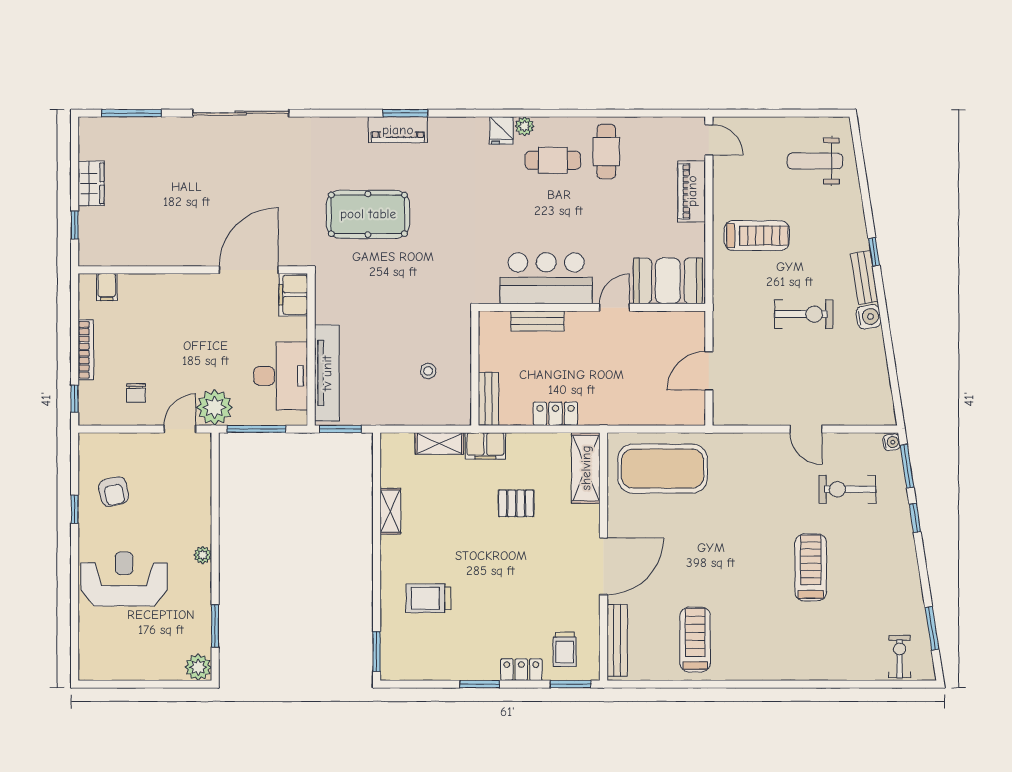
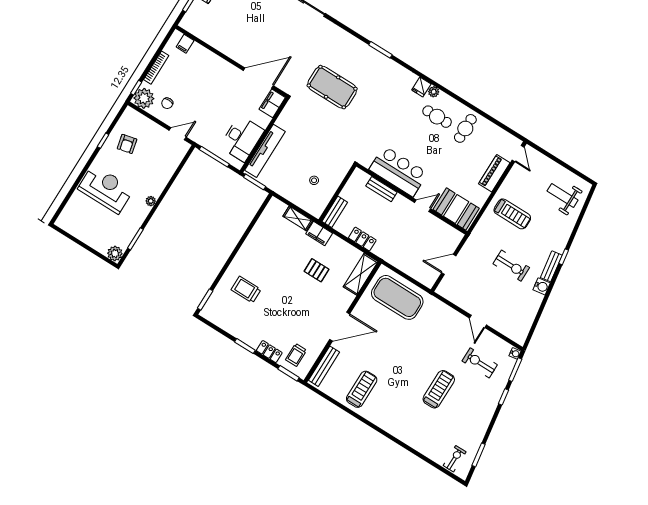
piano: (398, 130) -> (372, 56), removed
plant: (215, 407) -> (144, 98), moved
shelving: (390, 511) -> (254, 236), removed

